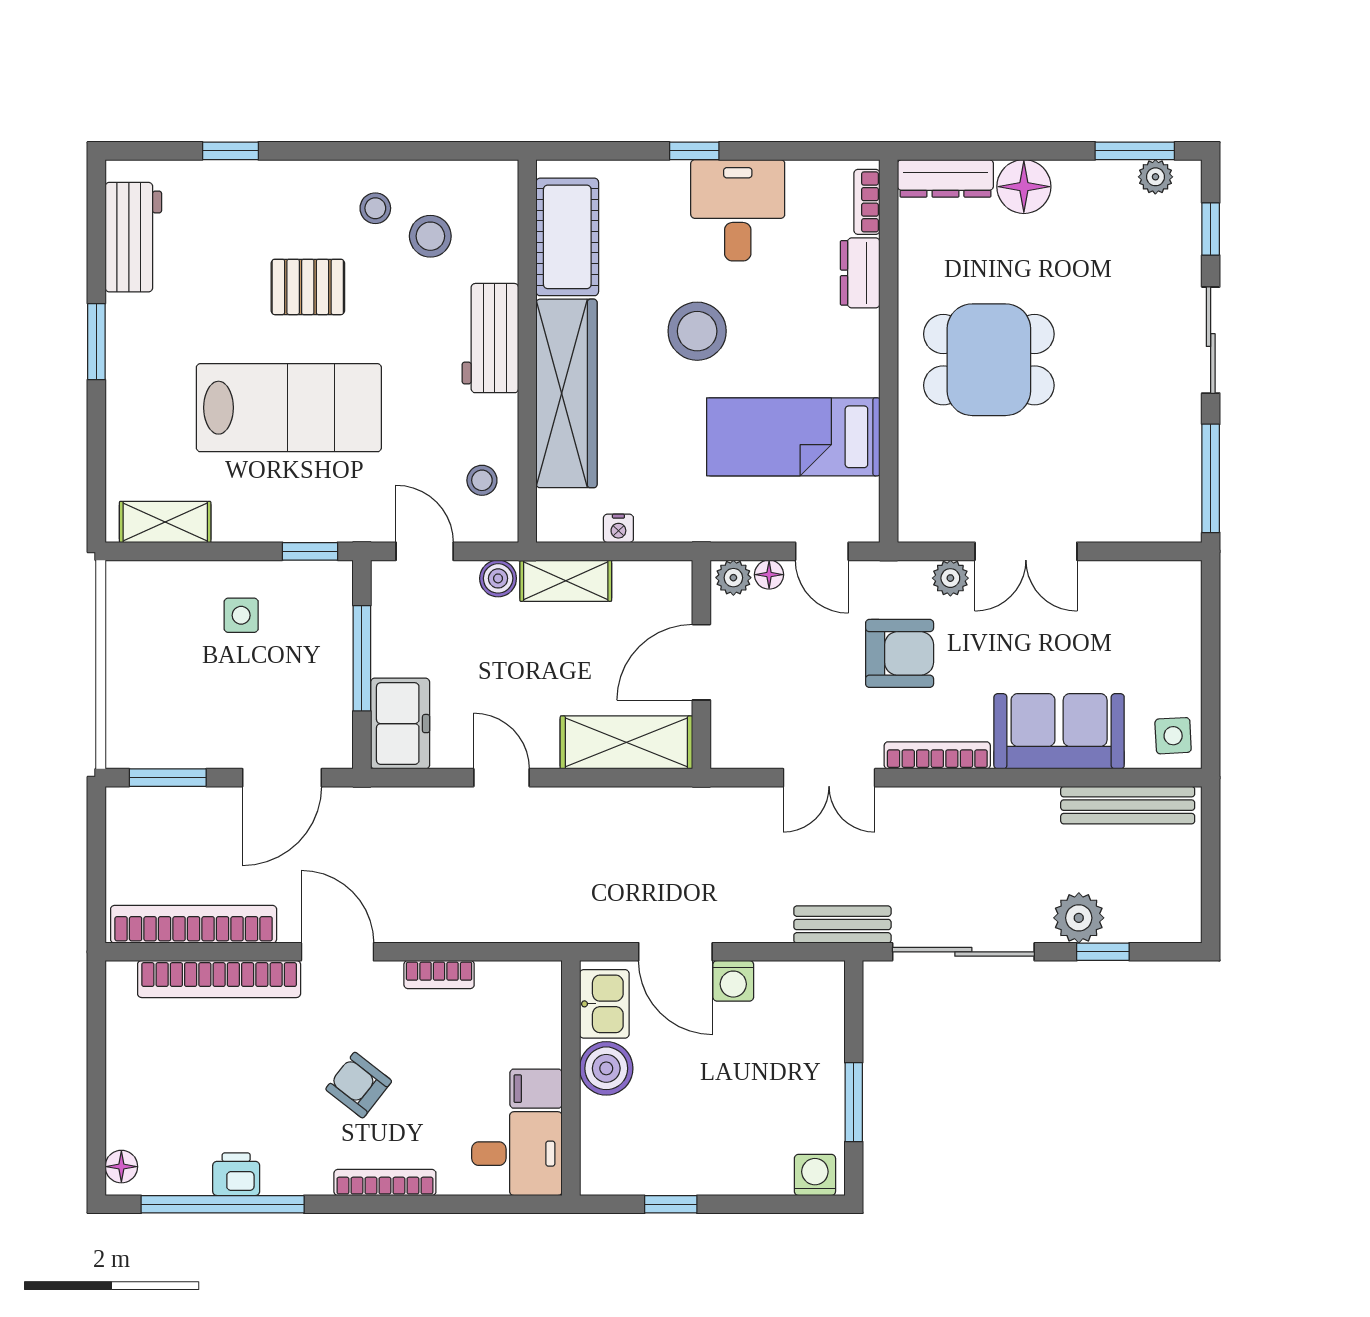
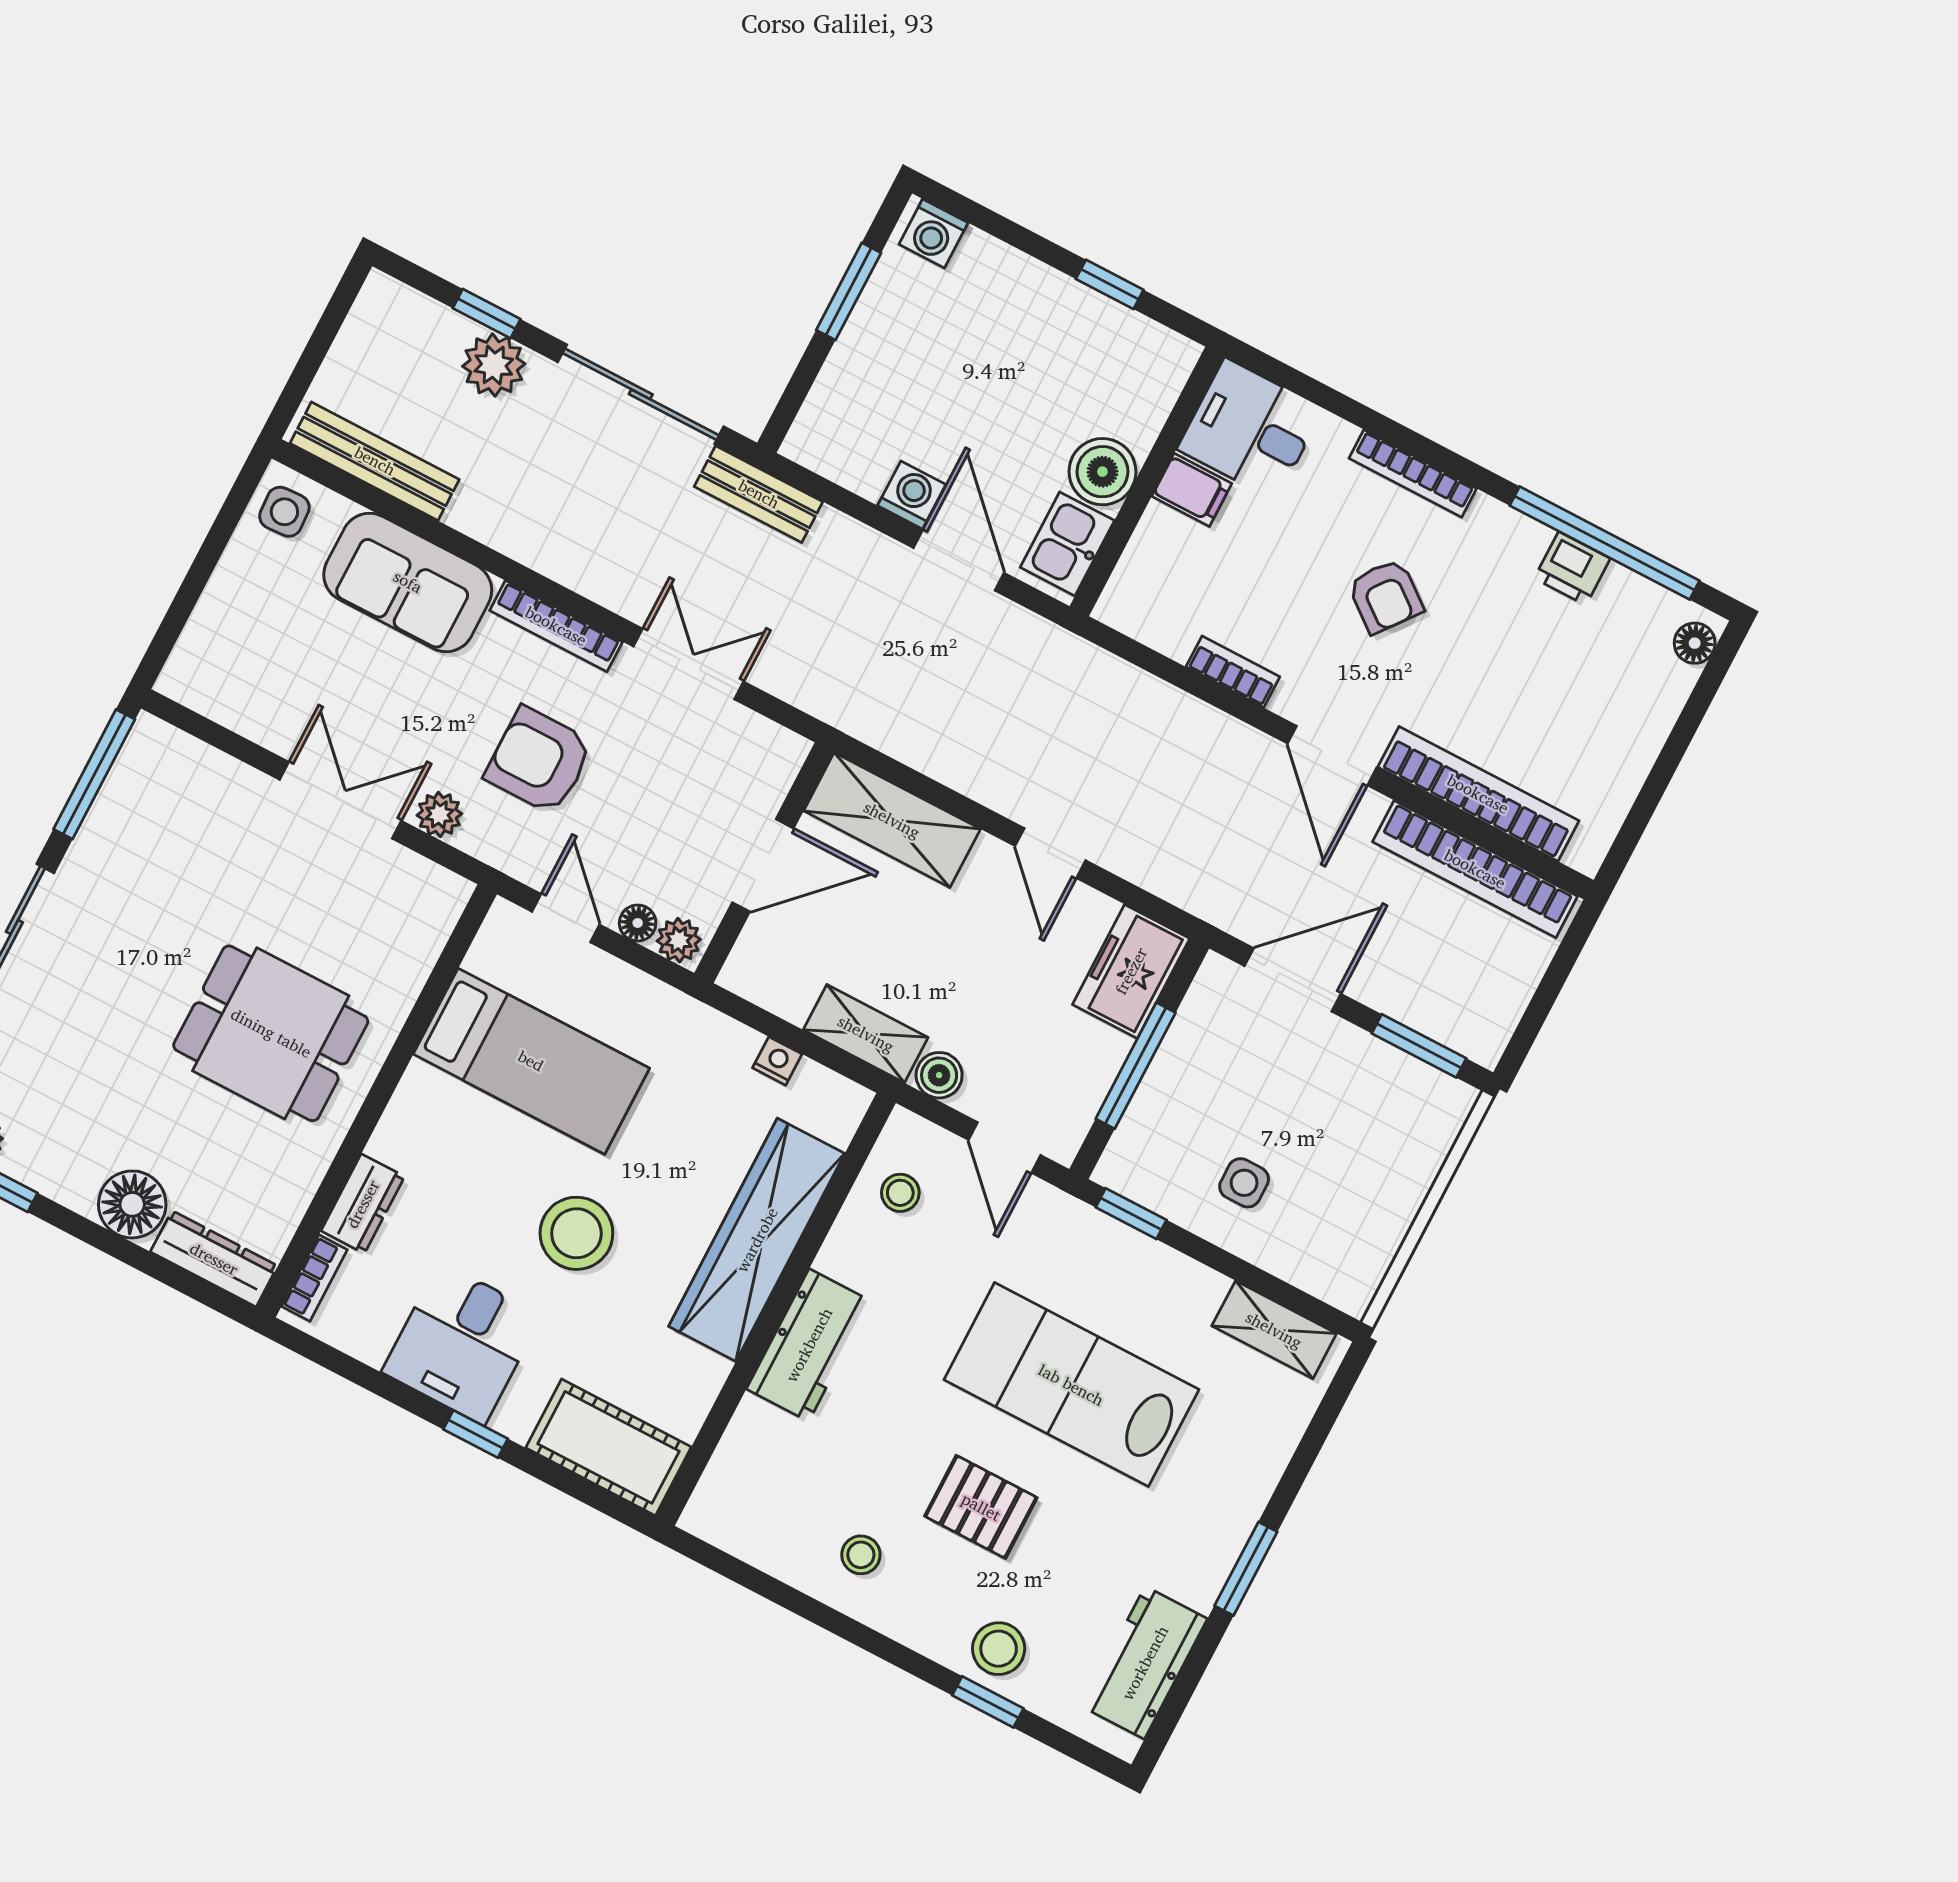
stool: (430, 236) -> (999, 1649), moved
cot: (567, 237) -> (608, 1447), moved, turned 90

